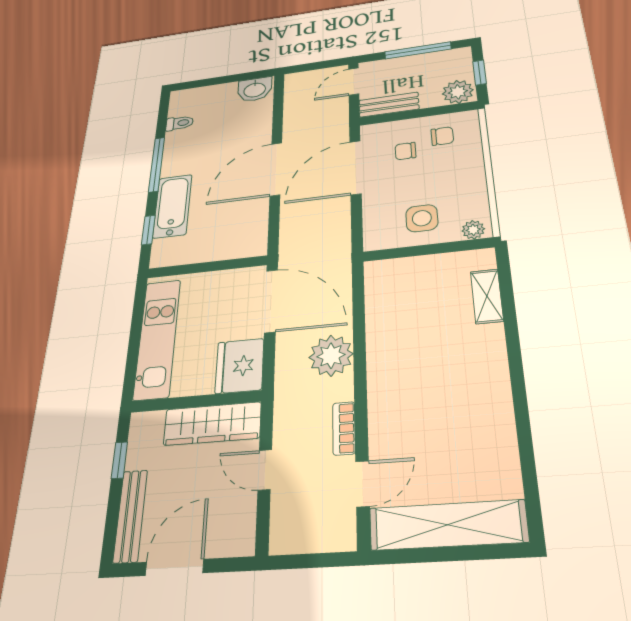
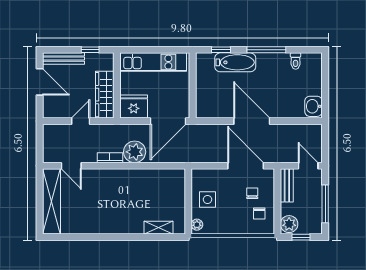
bookcase: (344, 428) -> (110, 158), moved

